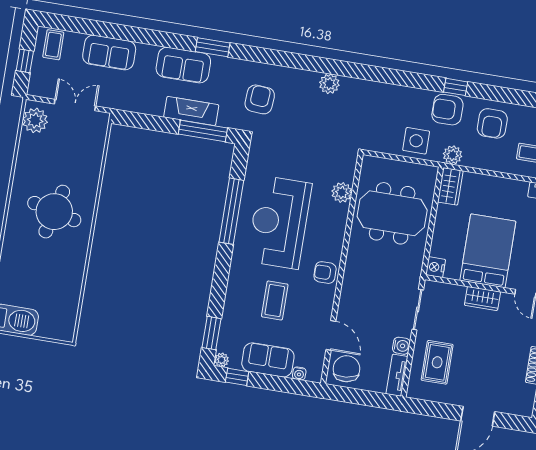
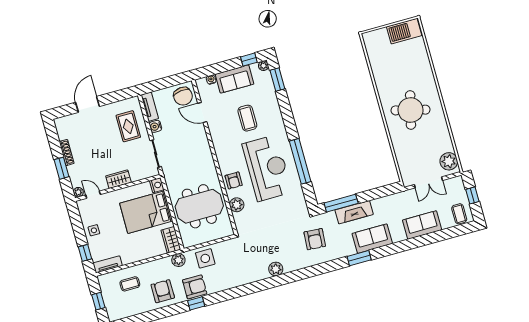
bed: (488, 251) -> (146, 212), moved, turned 90
armchair: (325, 273) -> (234, 180), moved, turned 90

